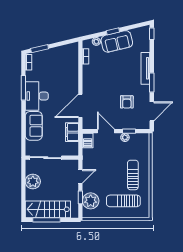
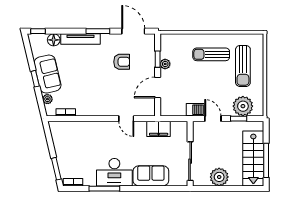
floor lamp: (145, 46) -> (54, 40), added
door: (80, 106) -> (126, 119), width x0.53
barbecue: (88, 141) -> (195, 110), moved

